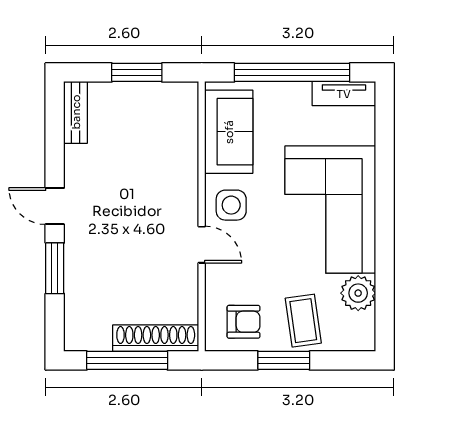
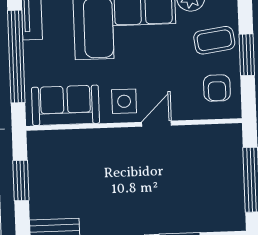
armchair: (243, 322) -> (217, 88), turned 180
shoe rack: (156, 338) -> (233, 158), removed

